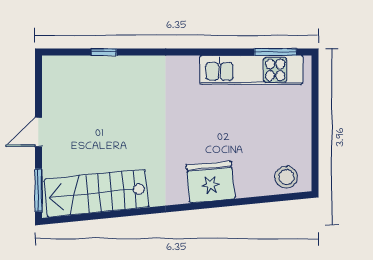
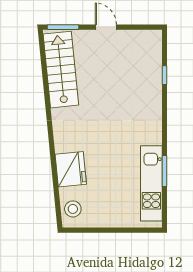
window: (275, 52) -> (164, 171), moved
fridge: (211, 182) -> (71, 169), moved

